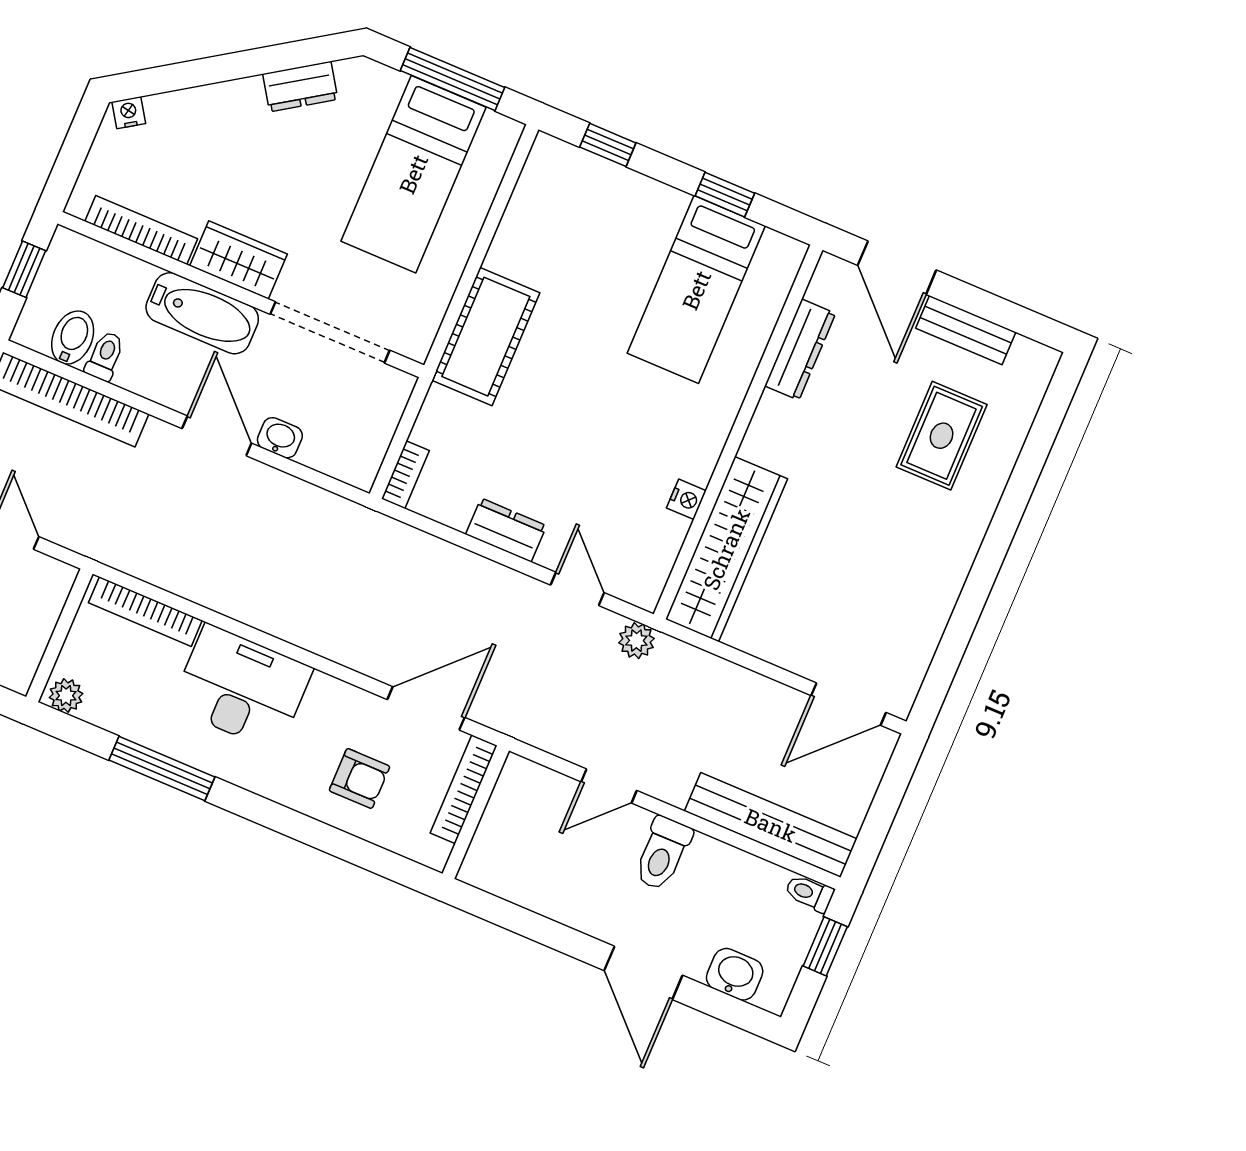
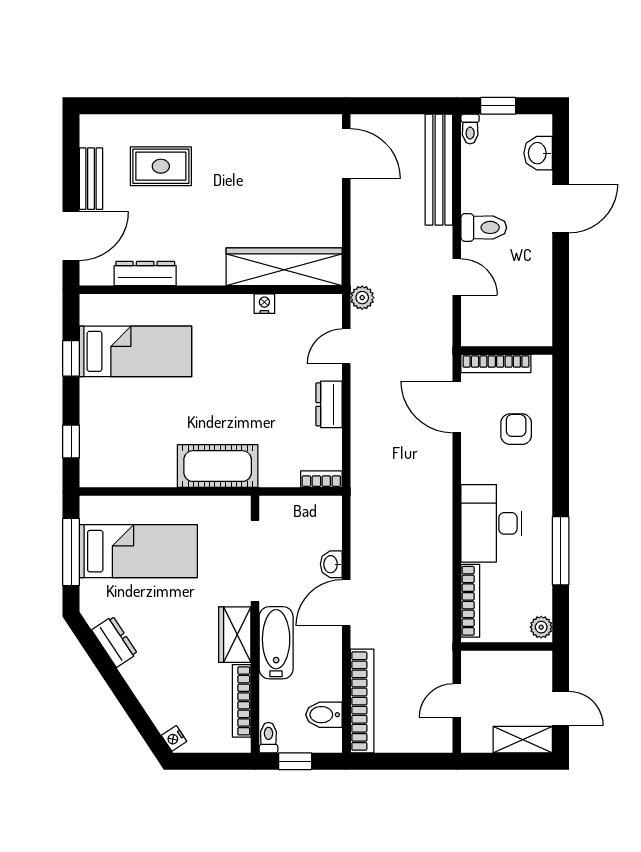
toilet: (105, 356) -> (268, 738), moved, turned 90

